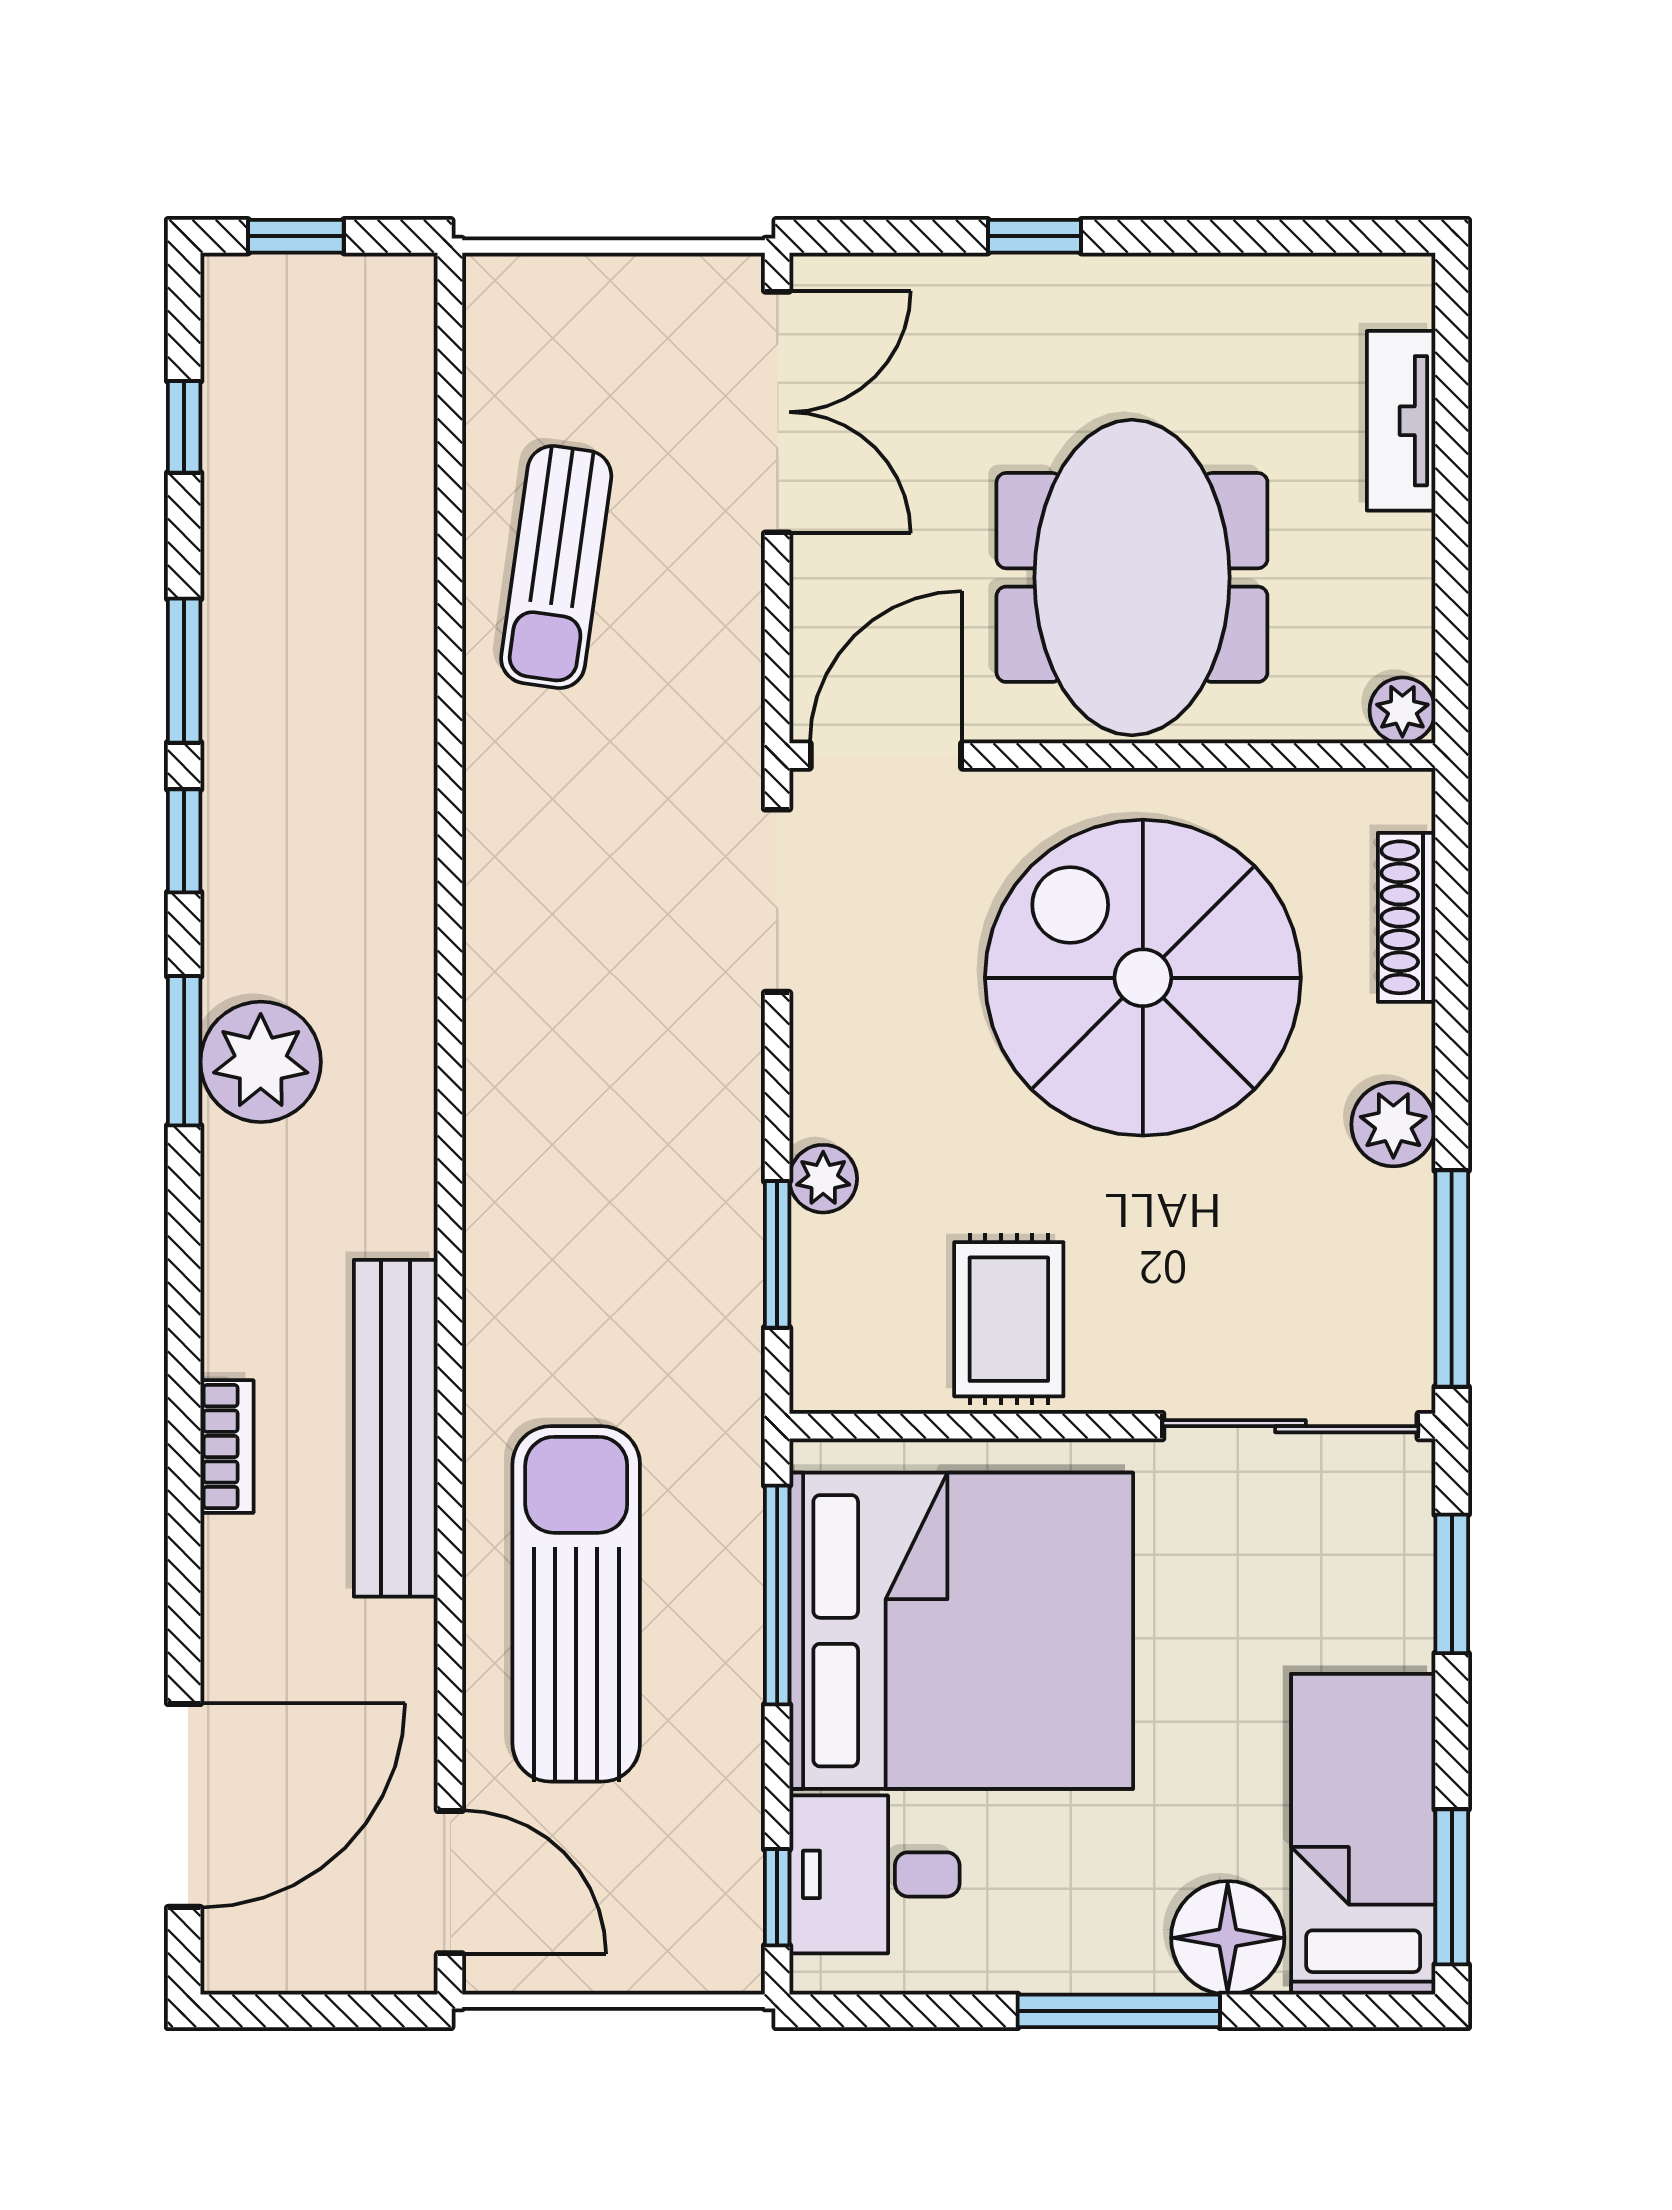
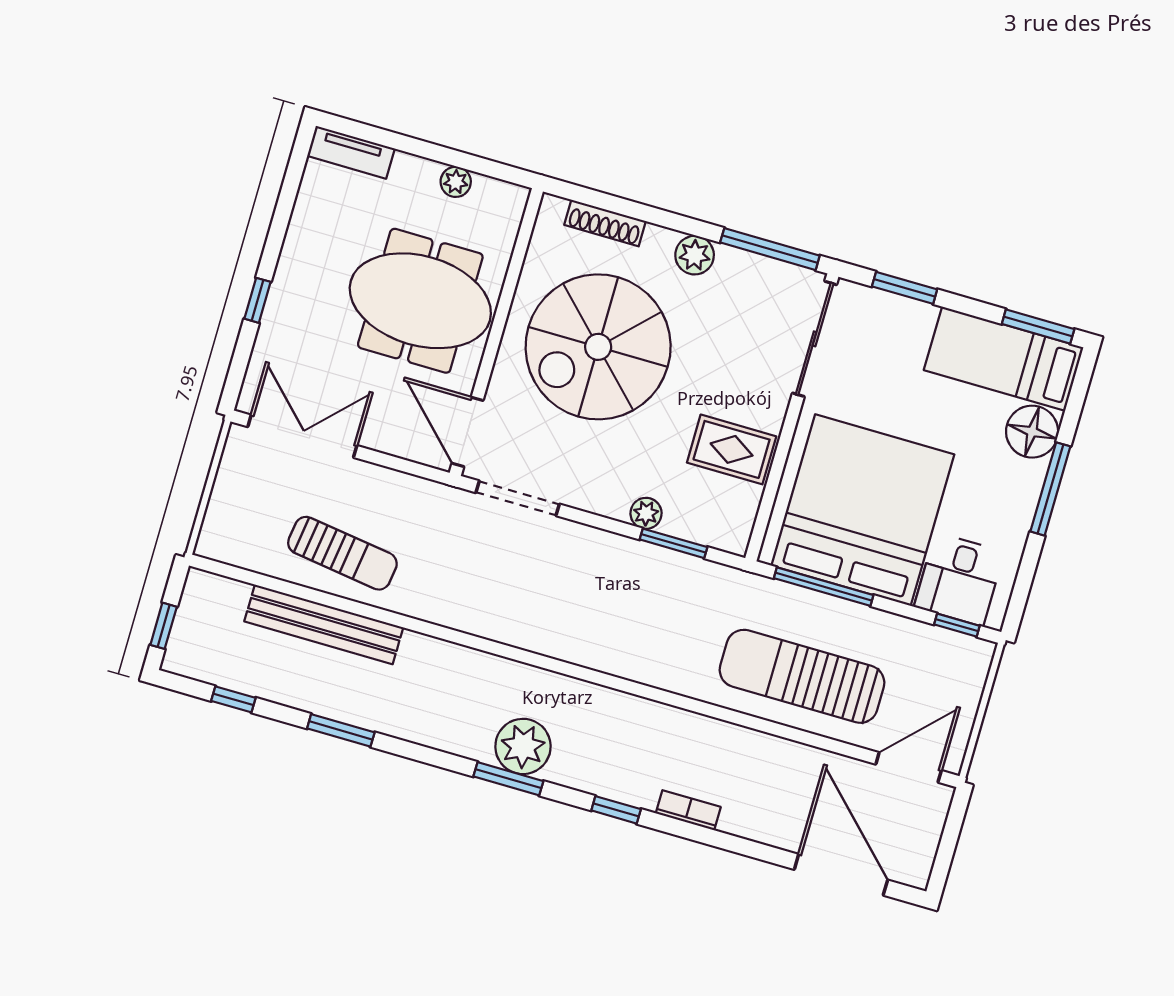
tv unit: (1401, 421) -> (351, 152), moved
plant: (1402, 710) -> (456, 182), moved
window: (184, 841) -> (616, 810), moved
bench: (396, 1428) -> (324, 624), moved

